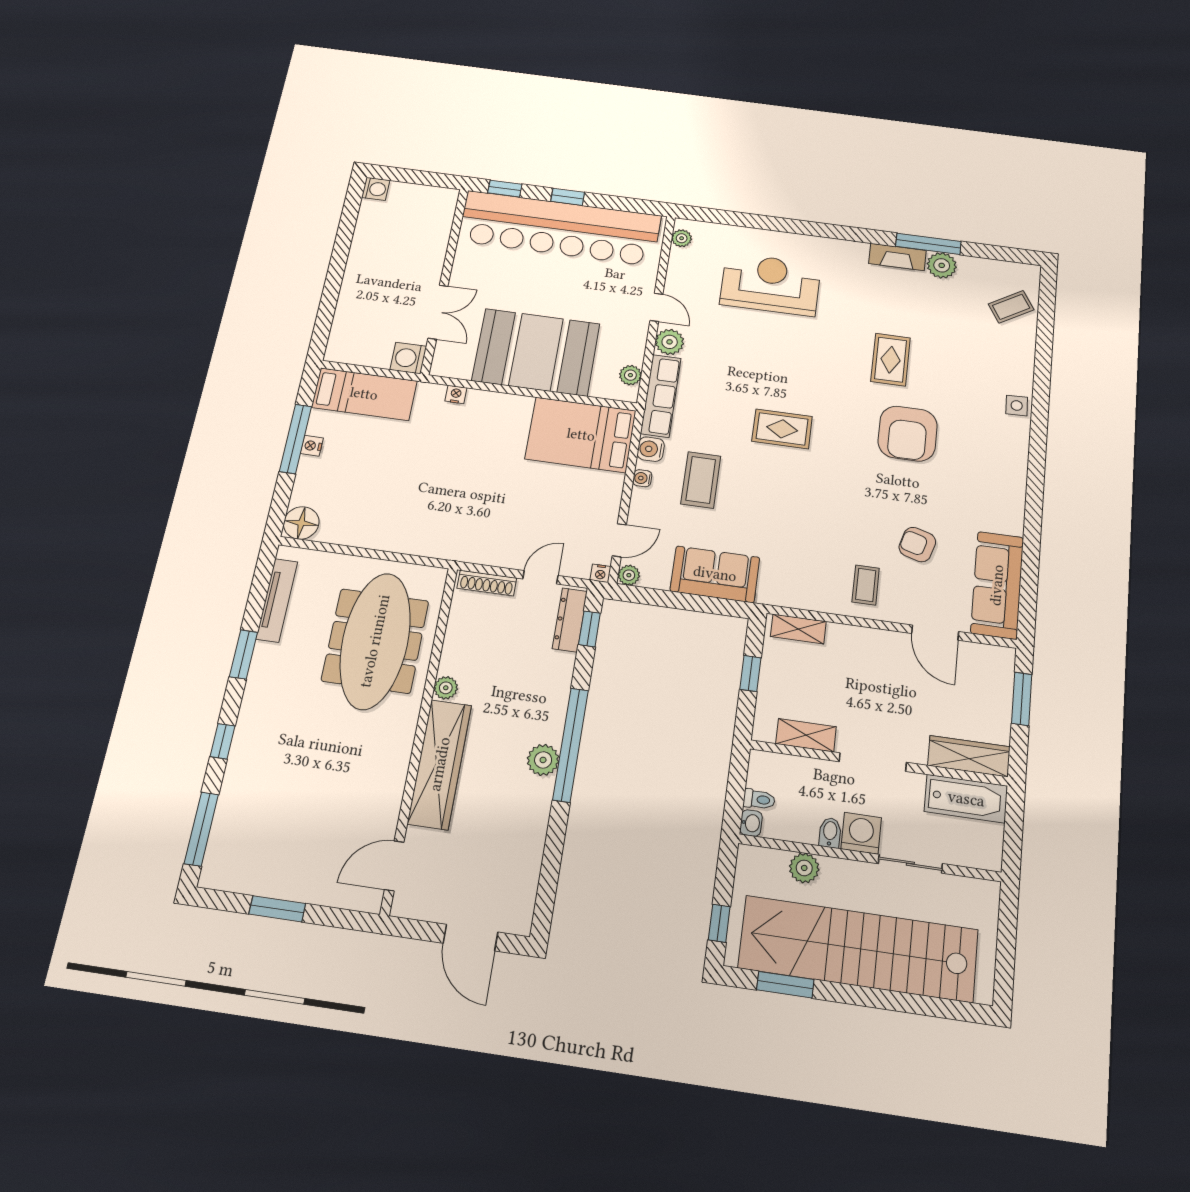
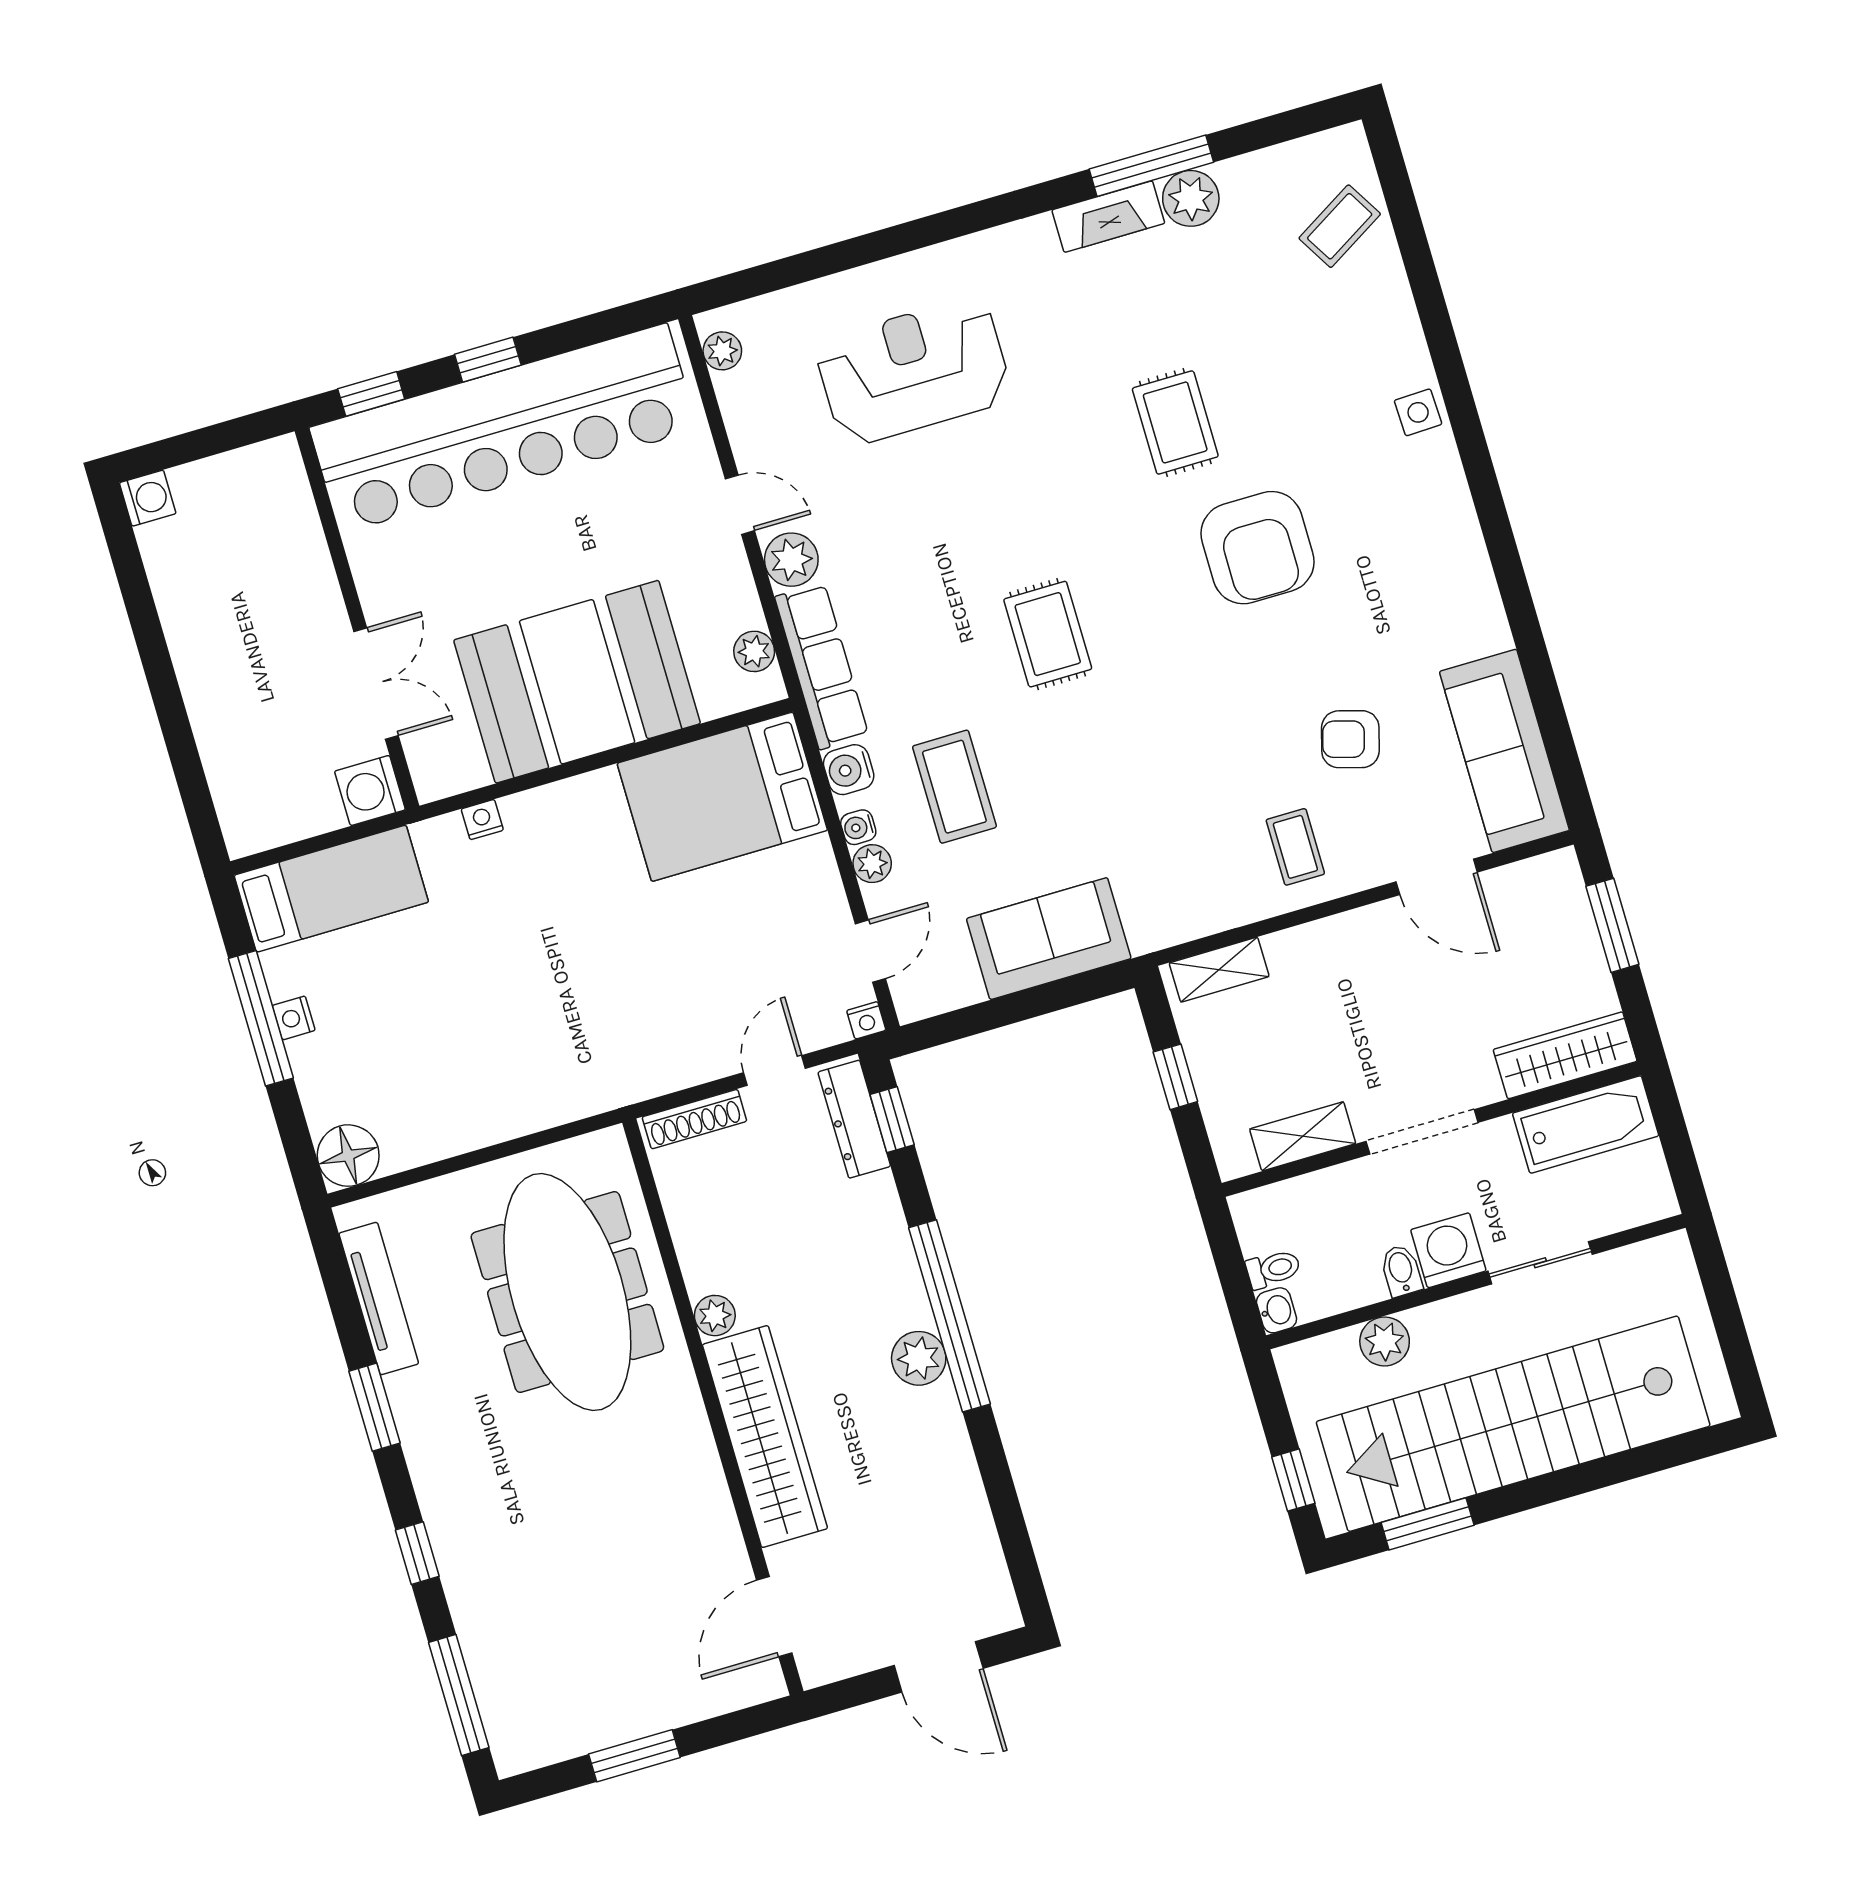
rug: (782, 429) -> (1048, 634), turned 90
plant: (629, 575) -> (872, 864), moved

